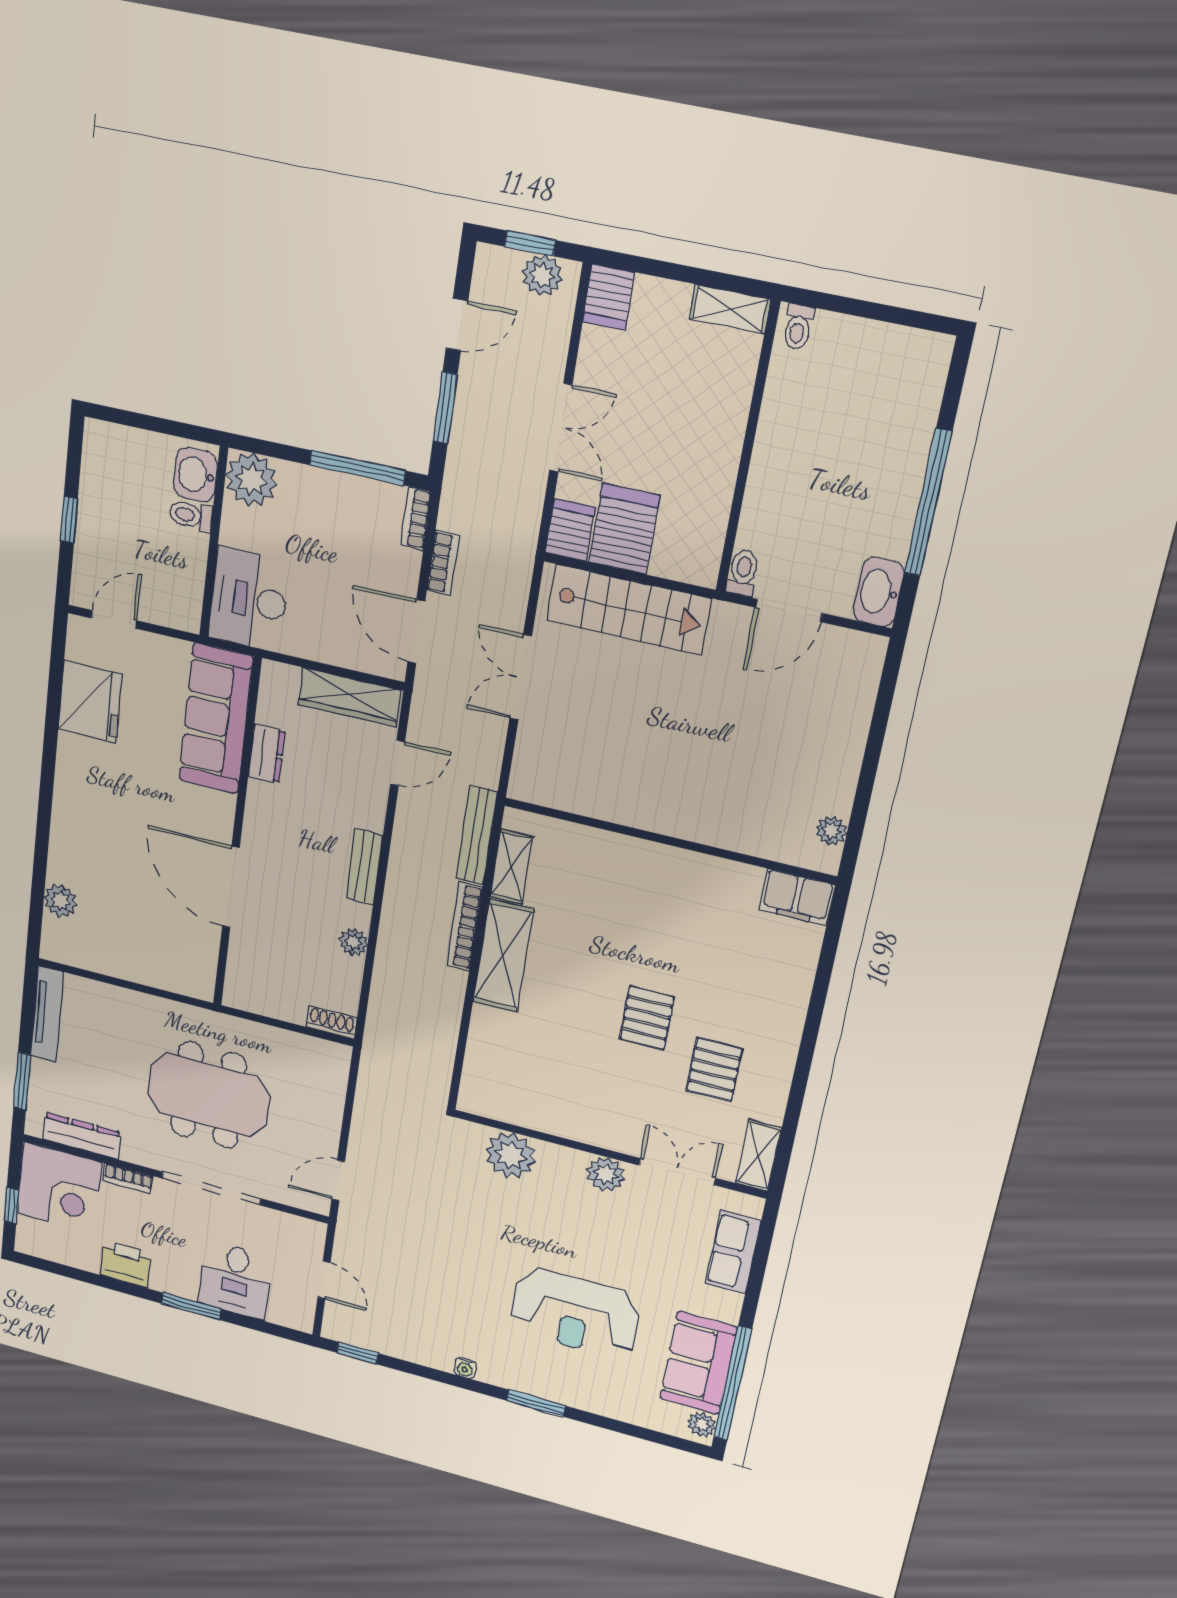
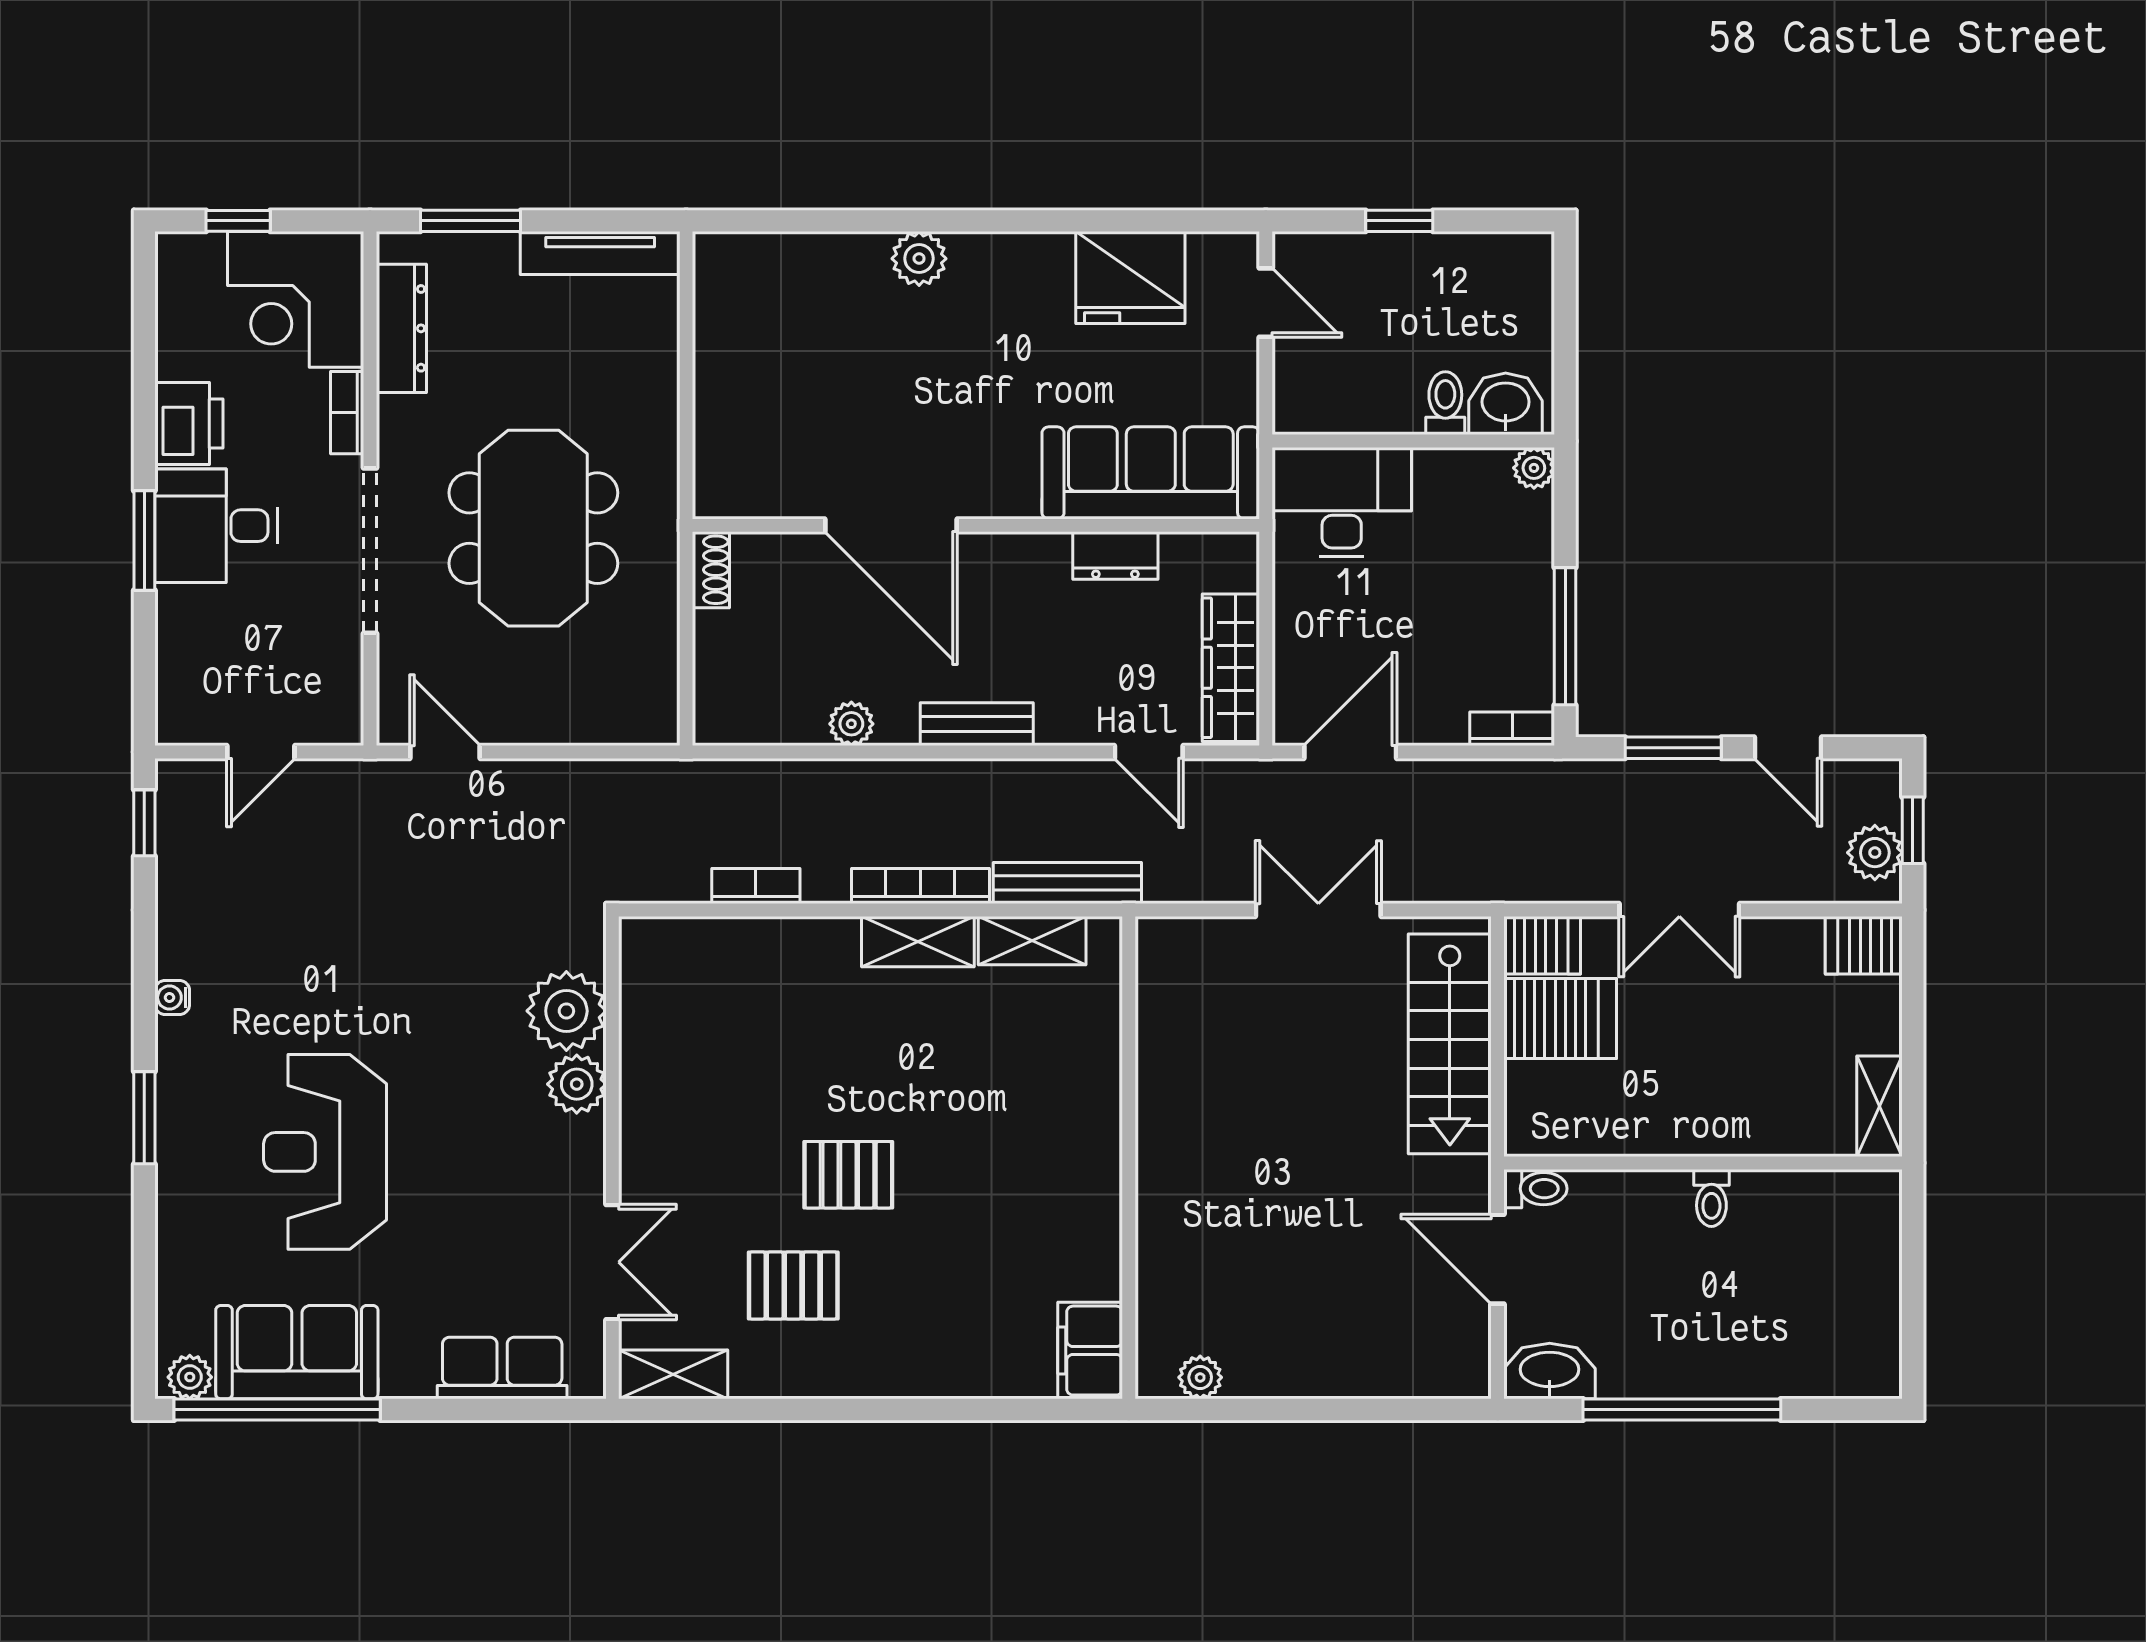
toilet: (798, 327) -> (1711, 1198), moved, turned -90
plant: (251, 480) -> (1534, 468), width x0.53, depth x0.53
bookcase: (443, 563) -> (756, 886), moved, turned 180
door: (231, 887) -> (891, 525), swing flipped
plant: (60, 901) -> (919, 259), moved
shelving: (503, 956) -> (918, 942), width x0.67, depth x0.75
shoe rack: (332, 1022) -> (711, 570), moved
plant: (606, 1174) -> (577, 1084), moved
desk: (235, 1280) -> (216, 526), moved

